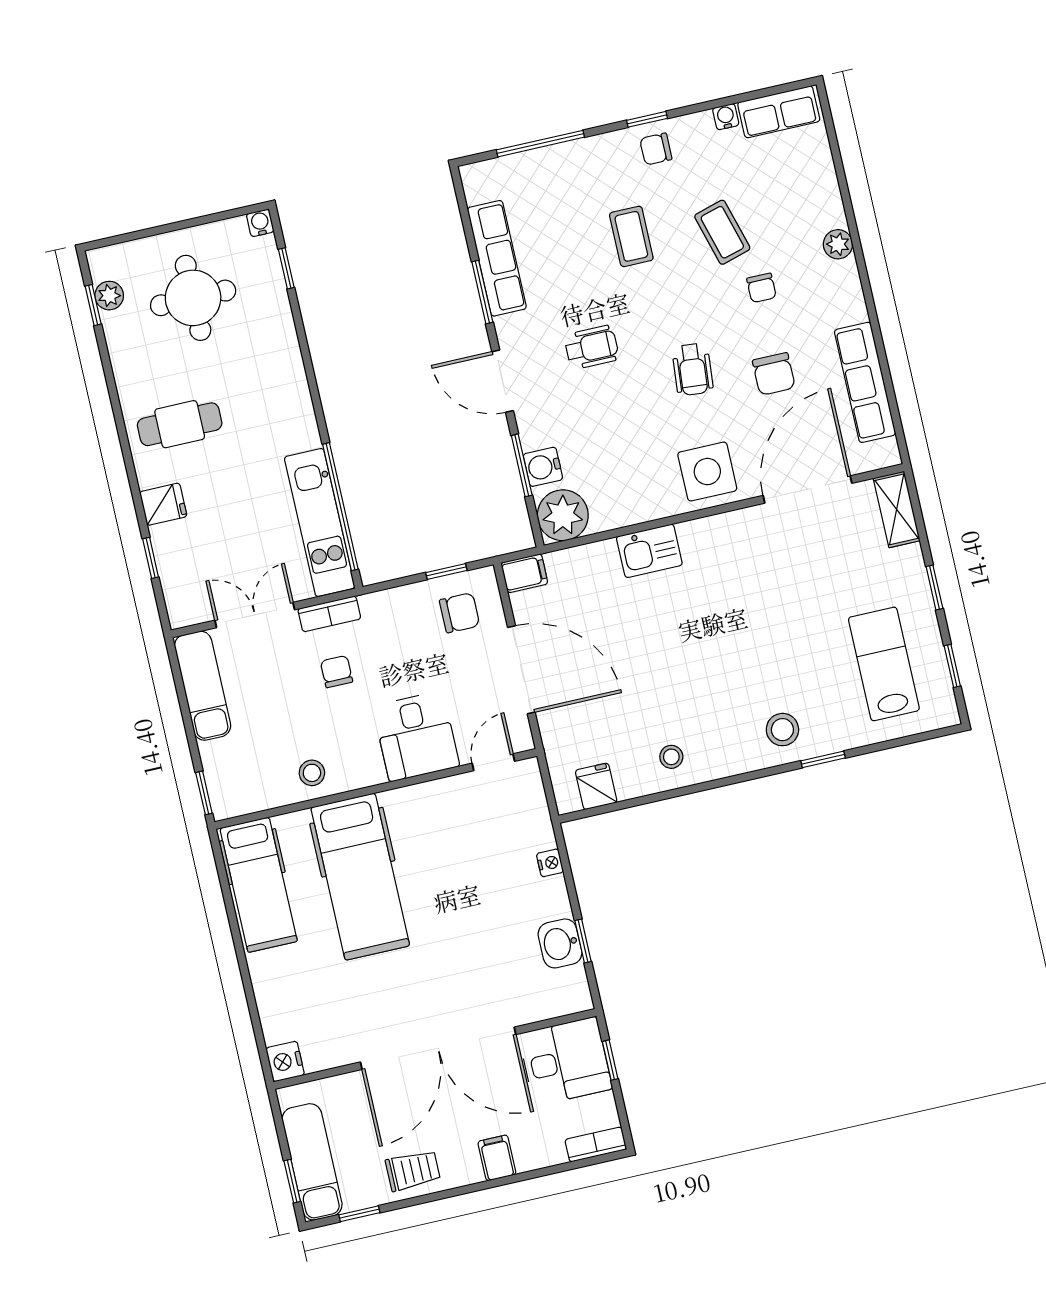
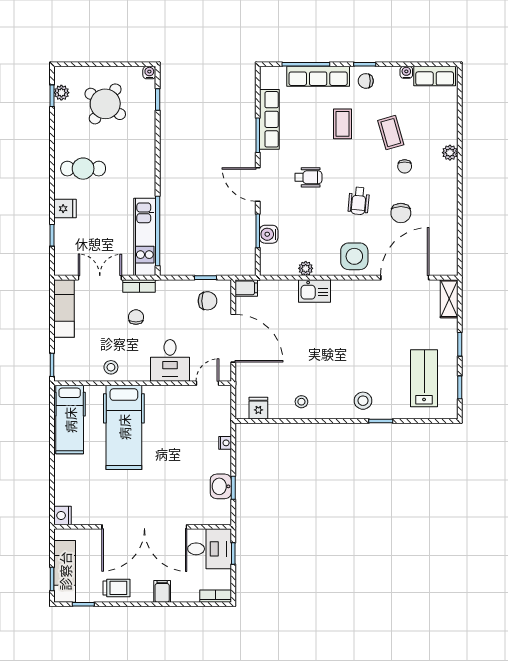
round table: (193, 298) -> (105, 104), turned 35
row of seats: (865, 382) -> (318, 76), moved, turned -90
plant: (563, 515) -> (306, 268), moved, width x0.53, depth x0.53

